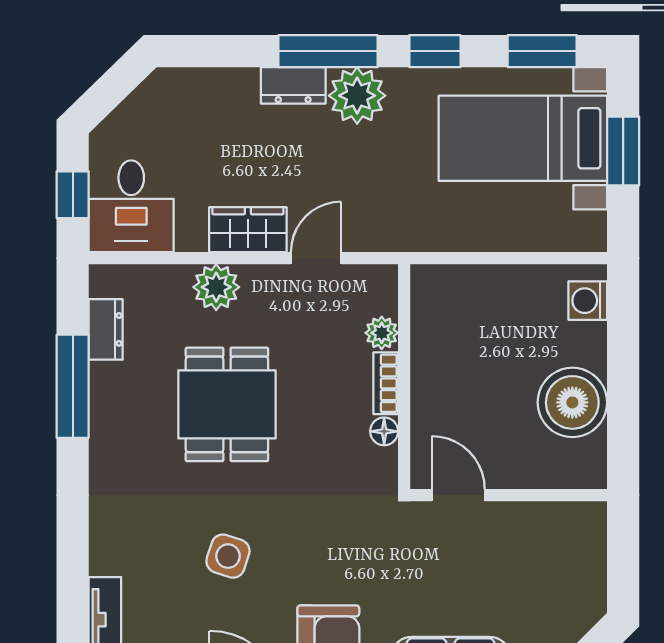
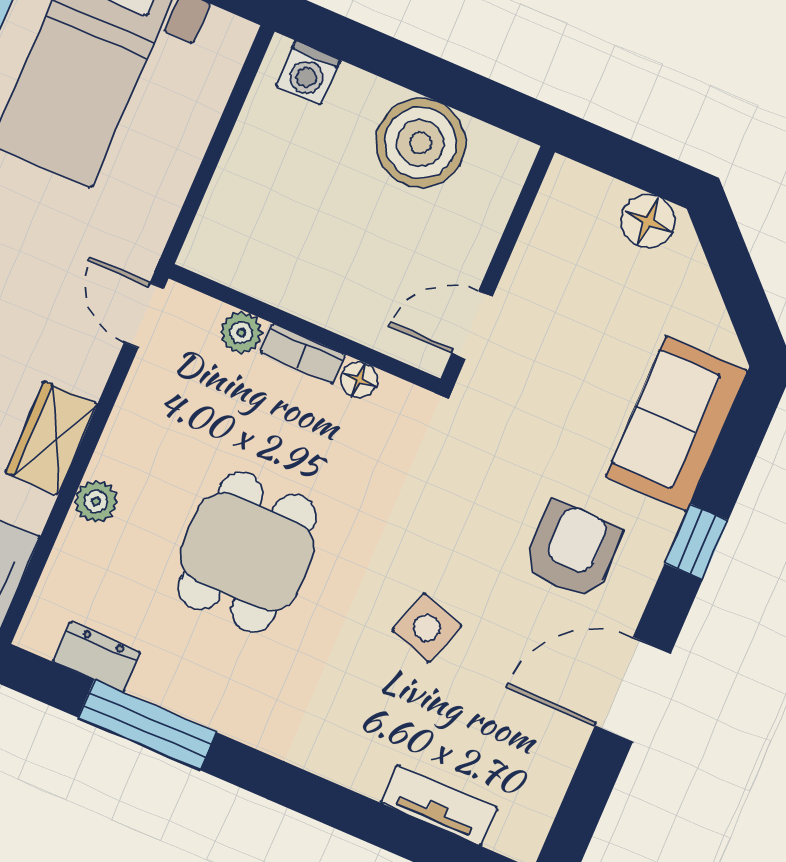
door: (316, 258) -> (144, 315), moved
plant: (216, 287) -> (96, 502), width x0.73, depth x0.73
dining table: (227, 404) -> (247, 552), turned 90
floor lamp: (586, 589) -> (648, 221), added

